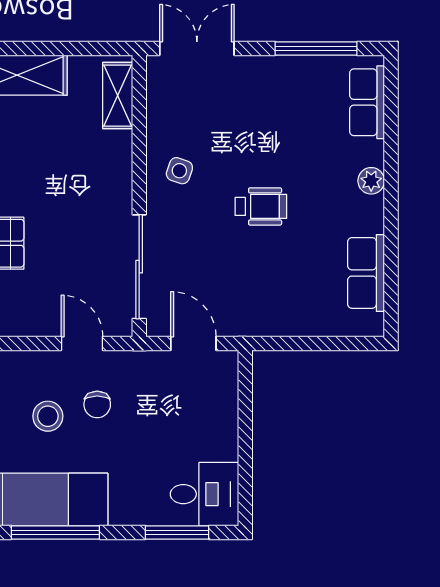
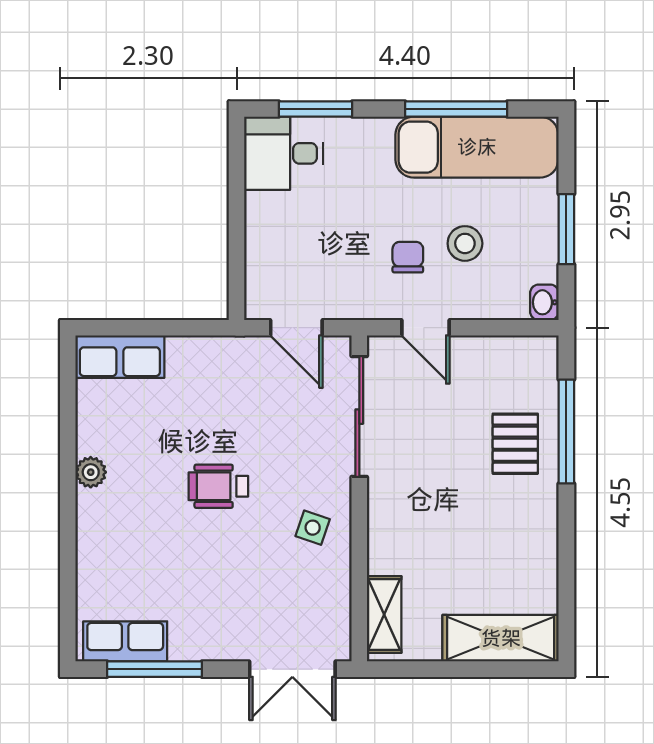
row of seats: (367, 102) -> (125, 641), moved, turned -90
plant: (371, 181) -> (91, 472), moved
row of seats: (366, 273) -> (120, 357), moved, turned 90

